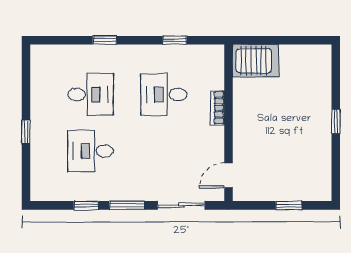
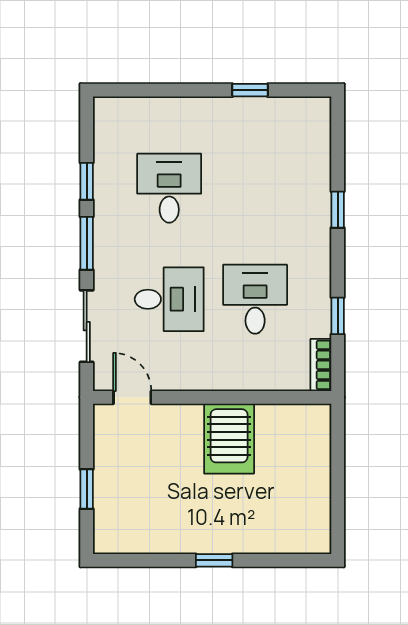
server rack: (256, 61) -> (229, 439), moved
desk: (91, 94) -> (169, 299), moved, turned -90
bookcase: (217, 108) -> (321, 365), moved, turned -90
window: (26, 132) -> (250, 90), moved

